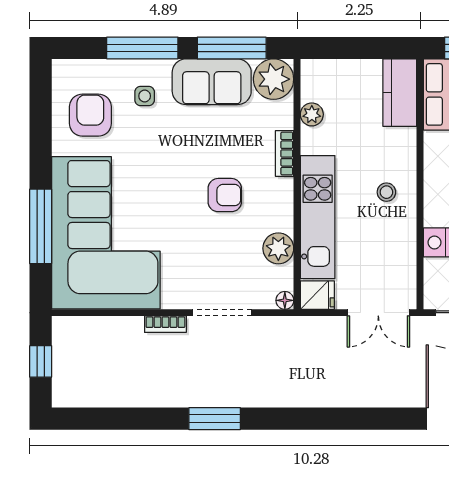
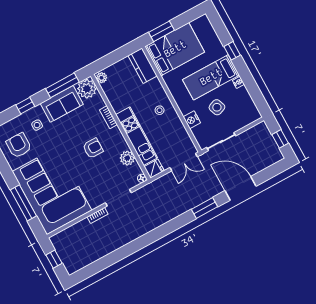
window: (142, 48) -> (25, 106), width x0.46
plant: (312, 114) -> (102, 78), moved
window: (215, 419) -> (204, 208), moved

